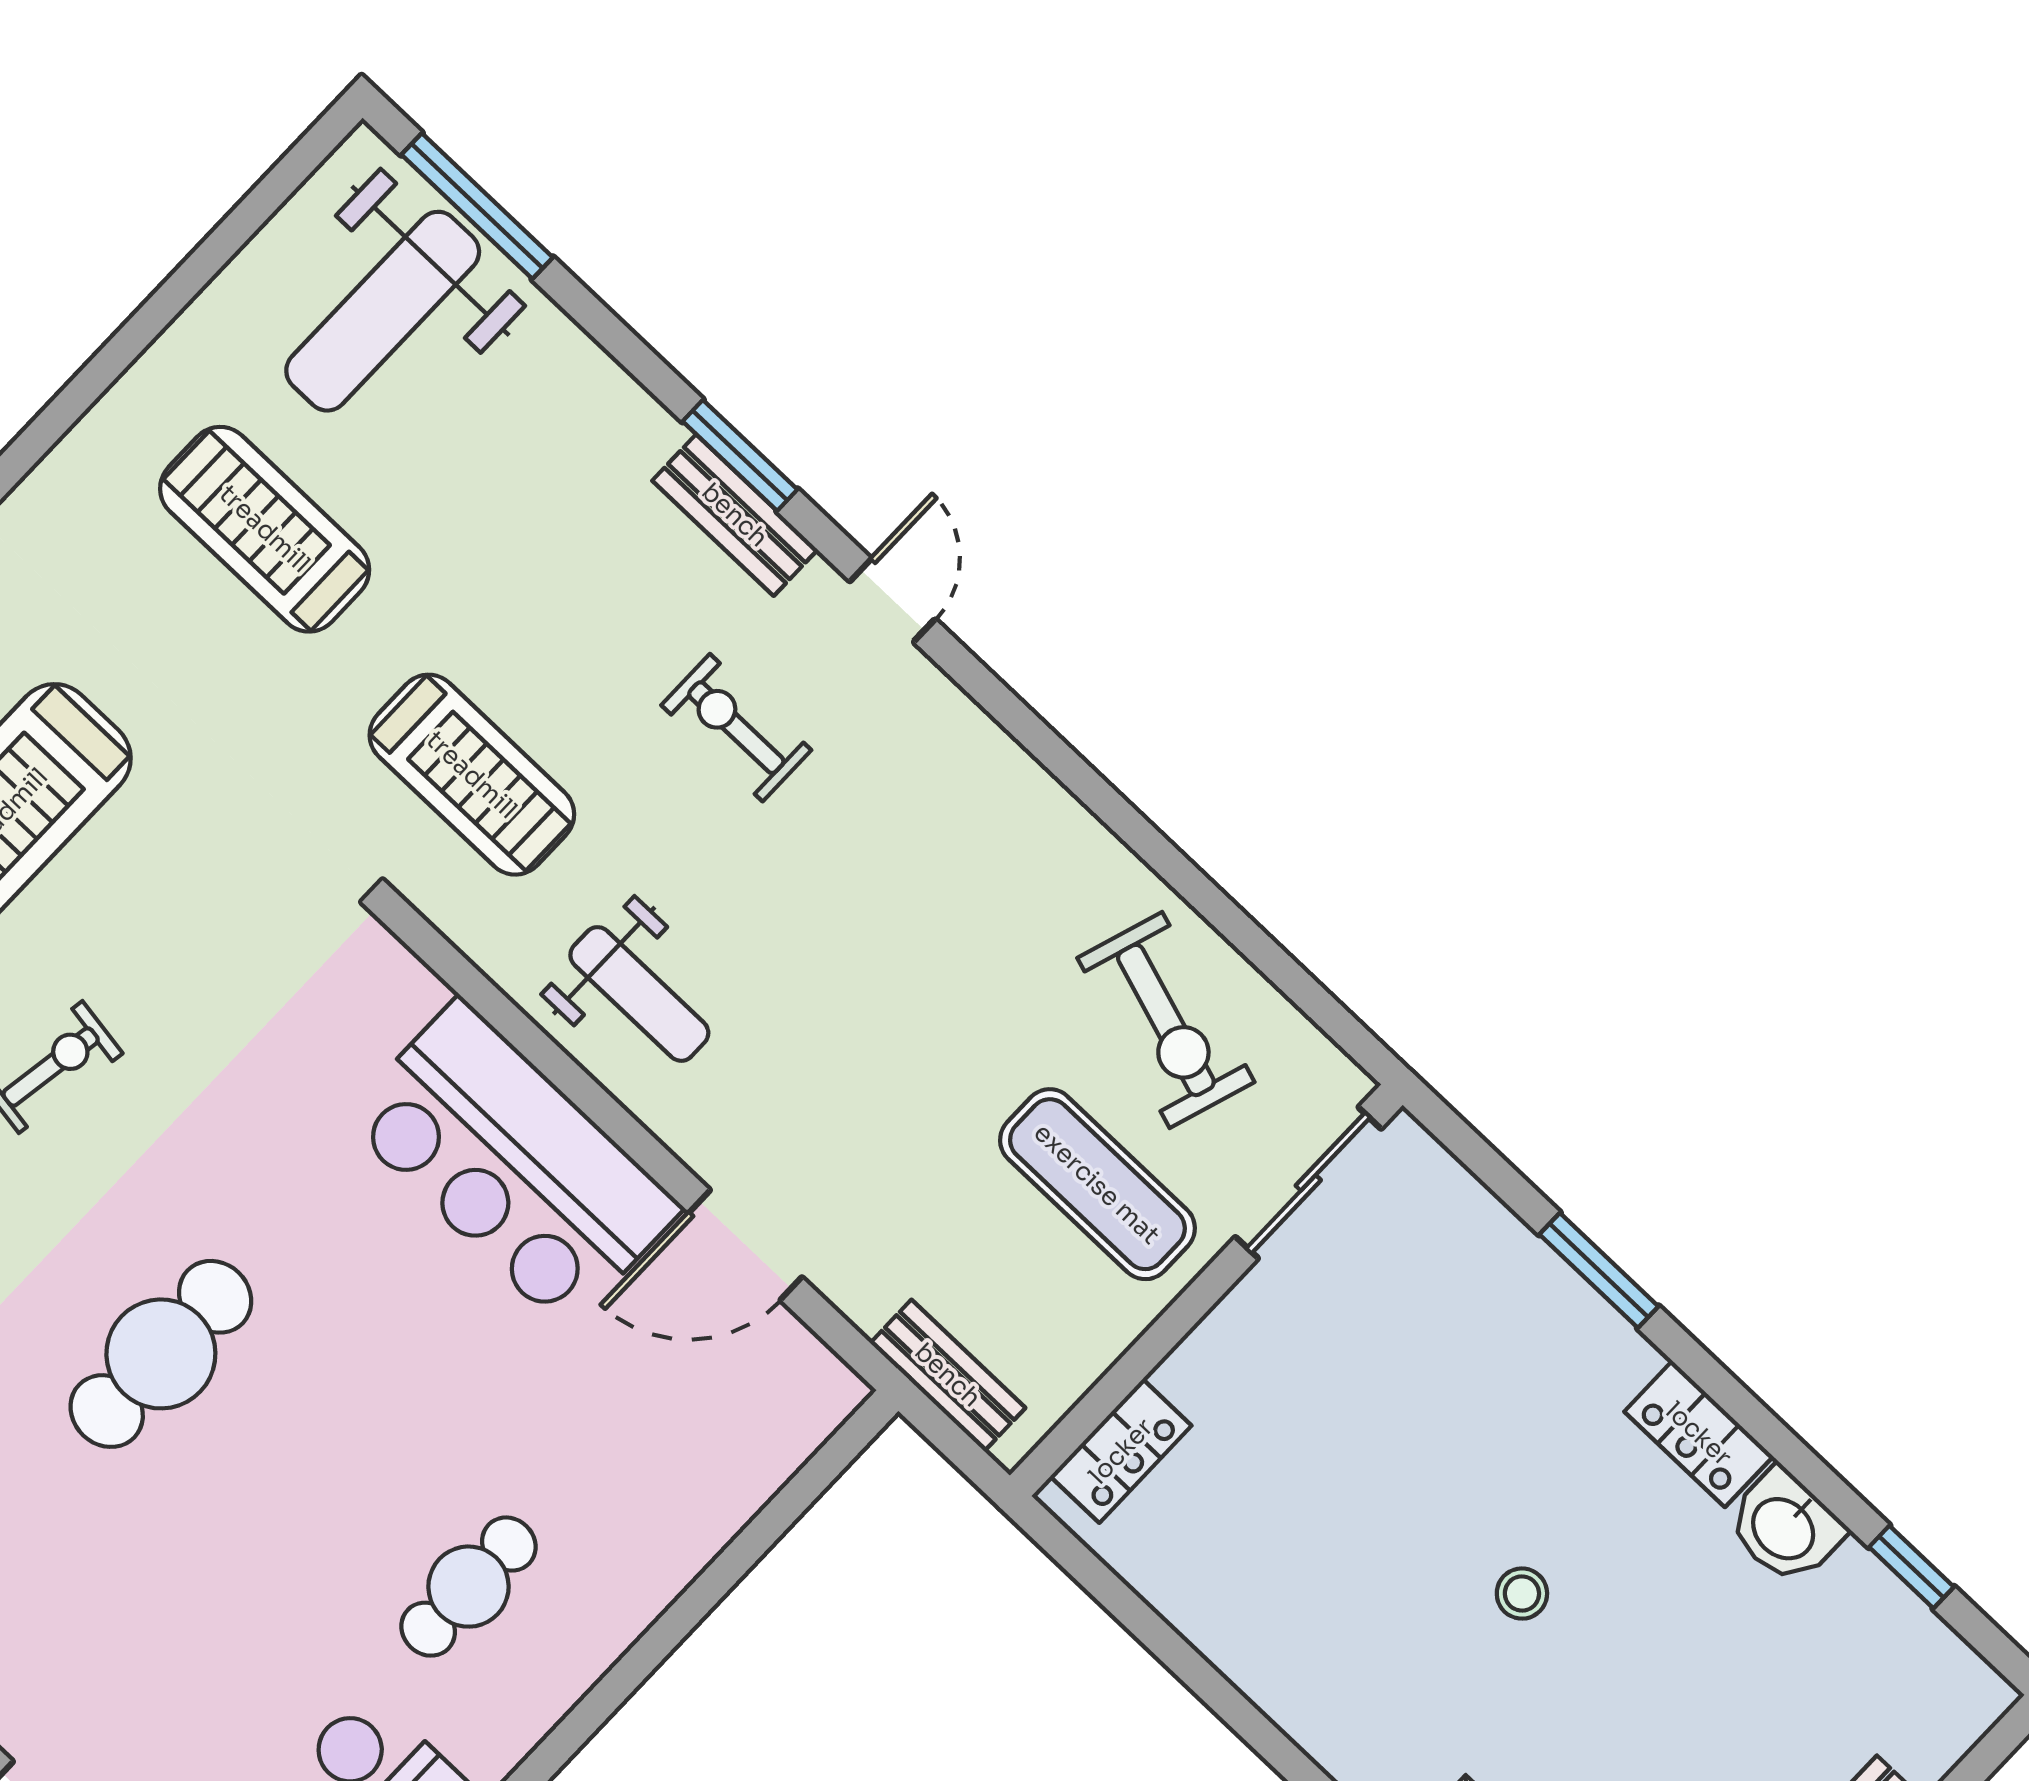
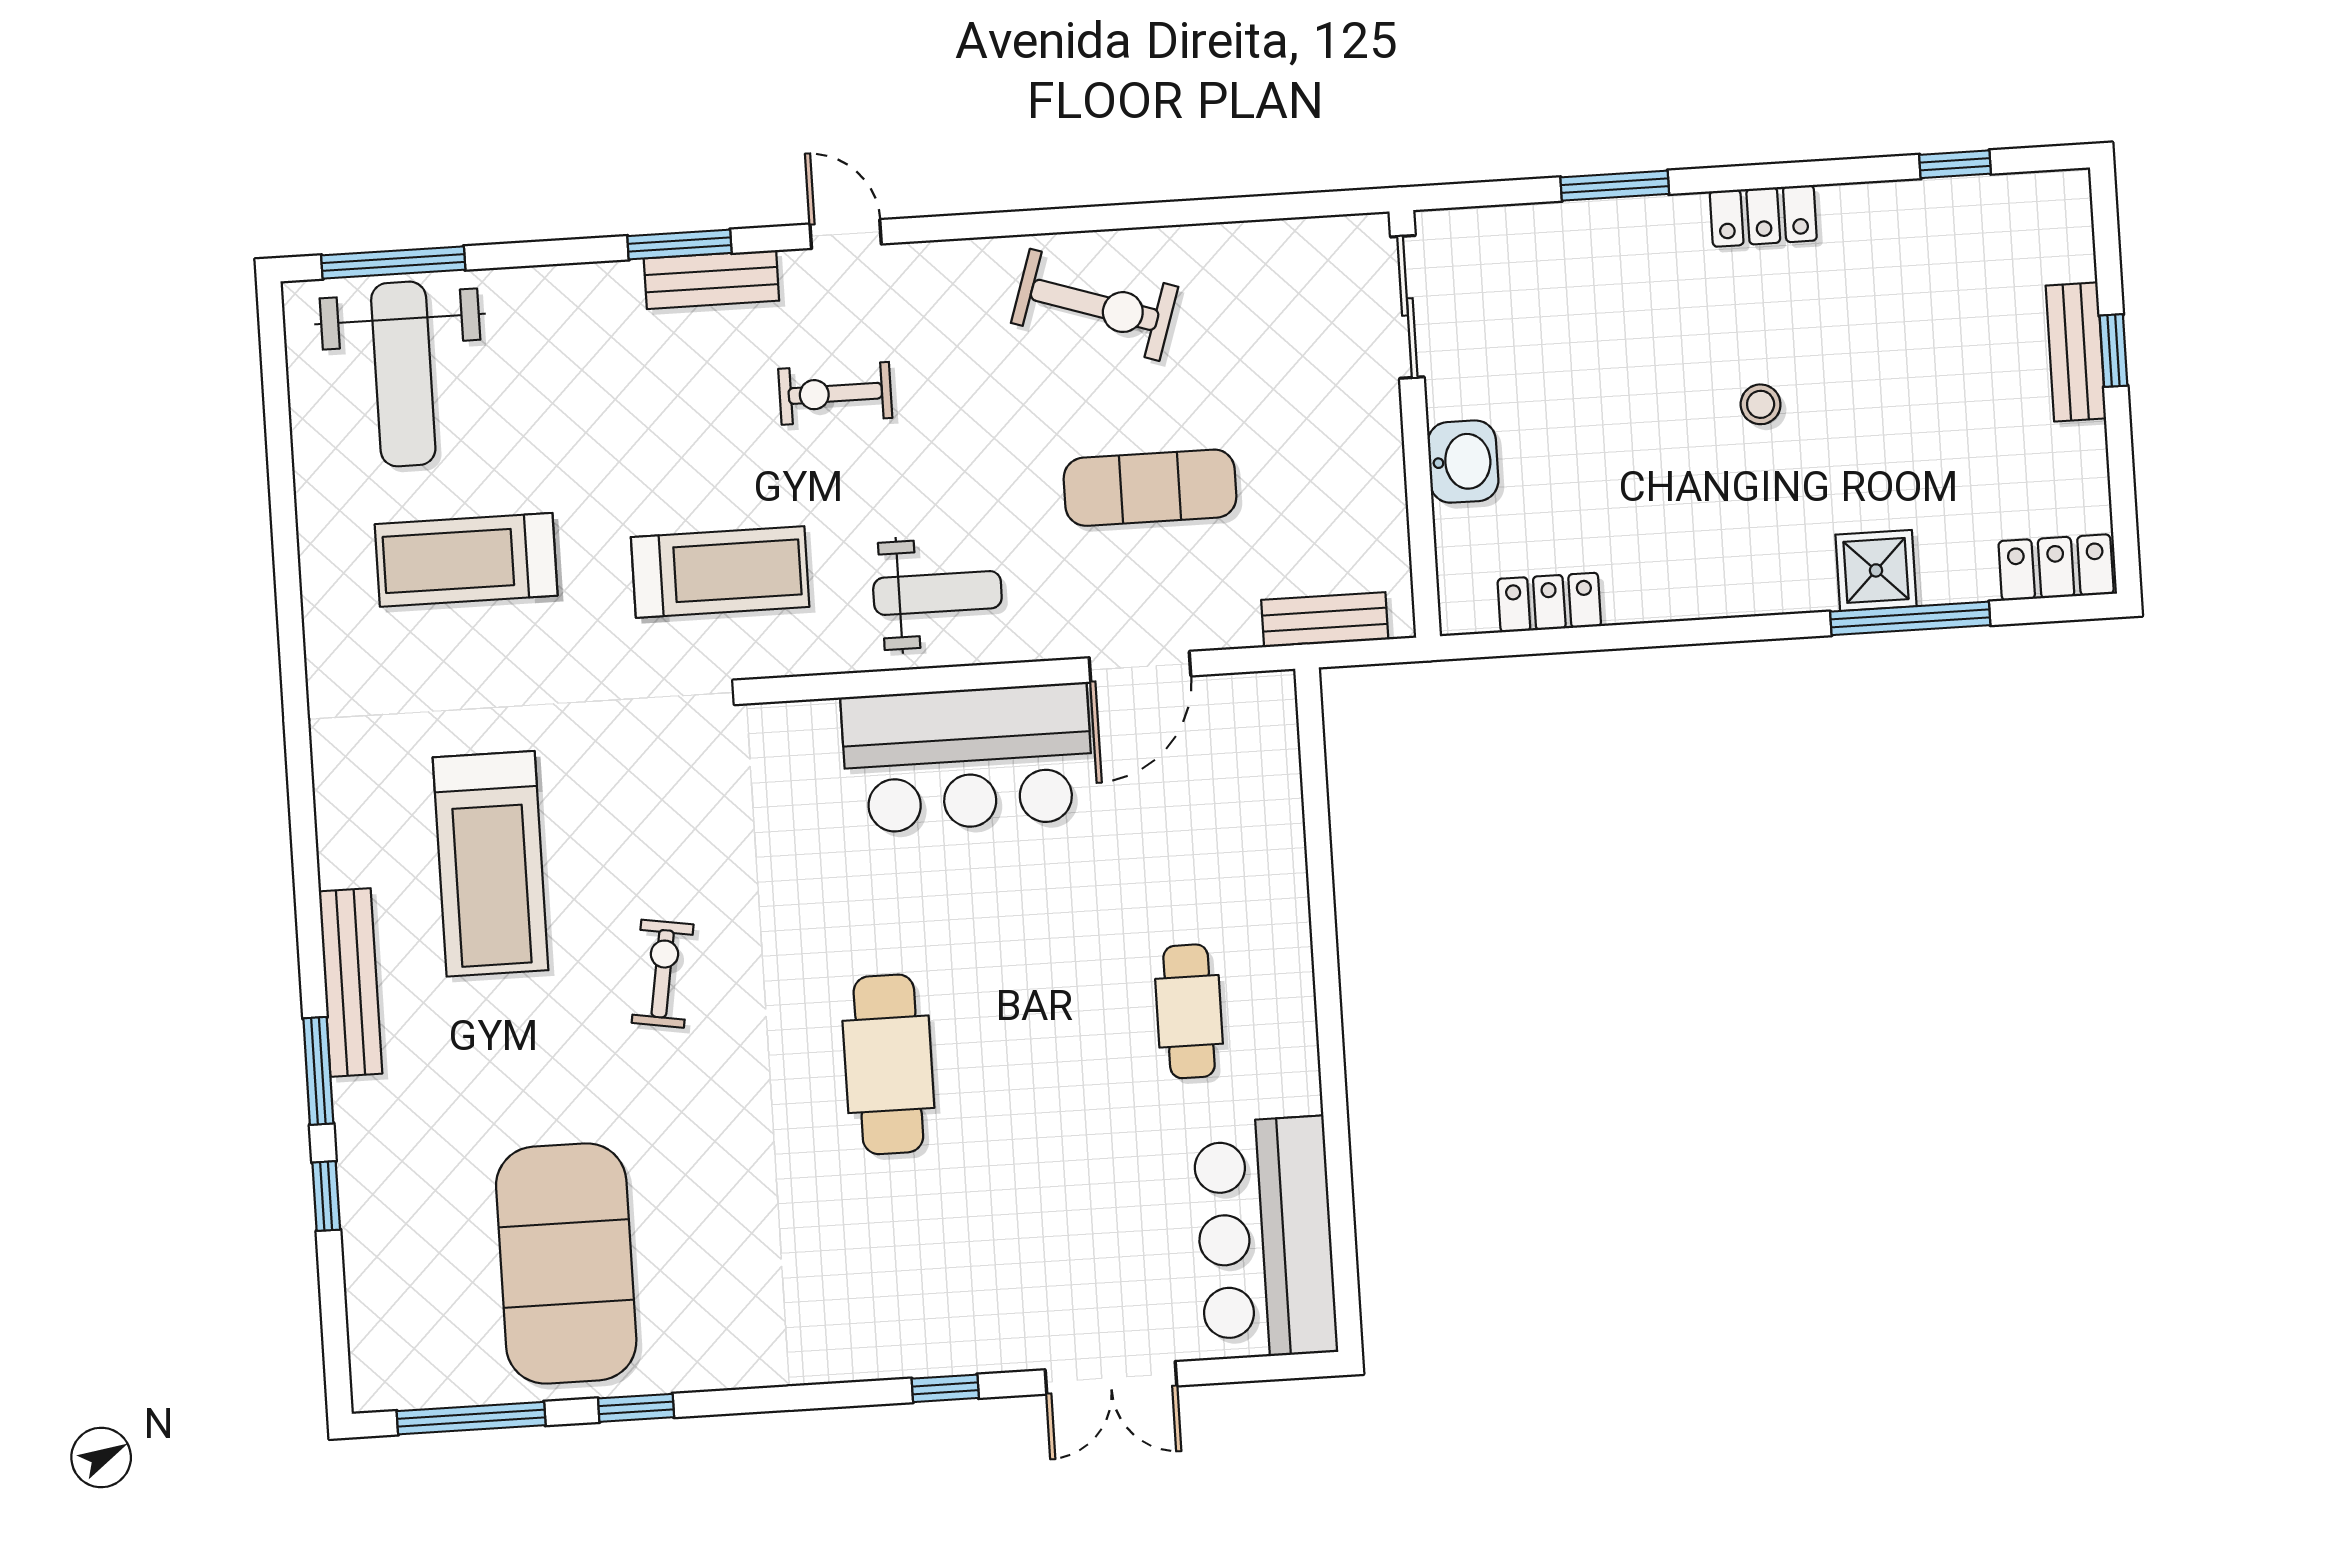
exercise bike: (1166, 1020) -> (1095, 305), moved
exercise mat: (1097, 1184) -> (1150, 488), moved
locker: (1121, 1451) -> (1549, 602), moved, turned -90
washbasin: (1785, 1527) -> (1463, 462), moved, turned -90

